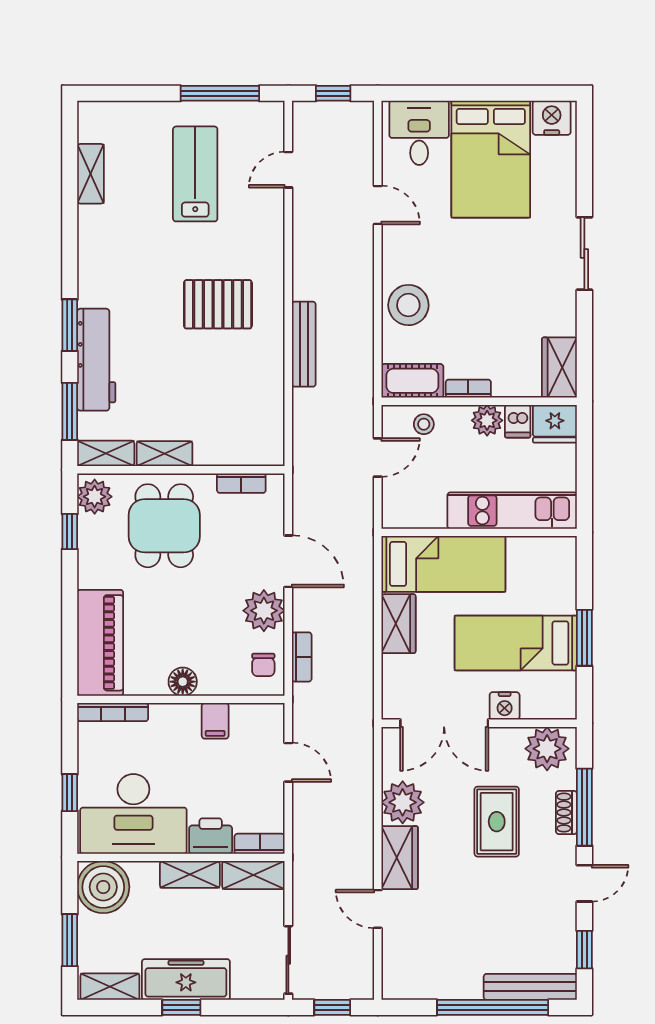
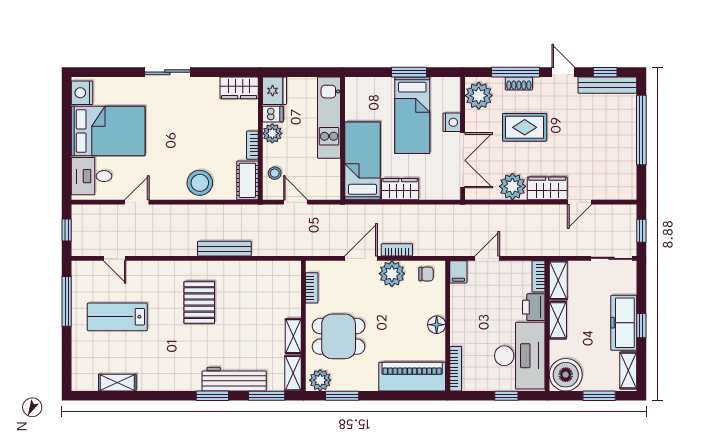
window: (70, 531) -> (342, 396), width x1.50
bookcase: (302, 657) -> (397, 250), moved
filing cabinet: (215, 721) -> (458, 272), moved, turned 90
bench: (530, 987) -> (607, 85), moved, turned 90

